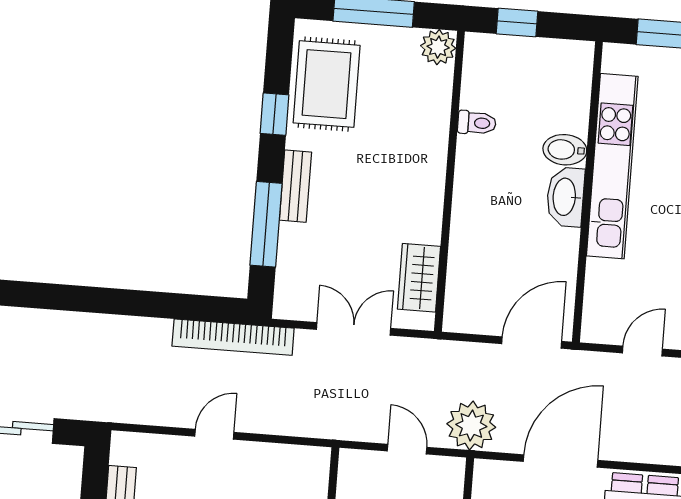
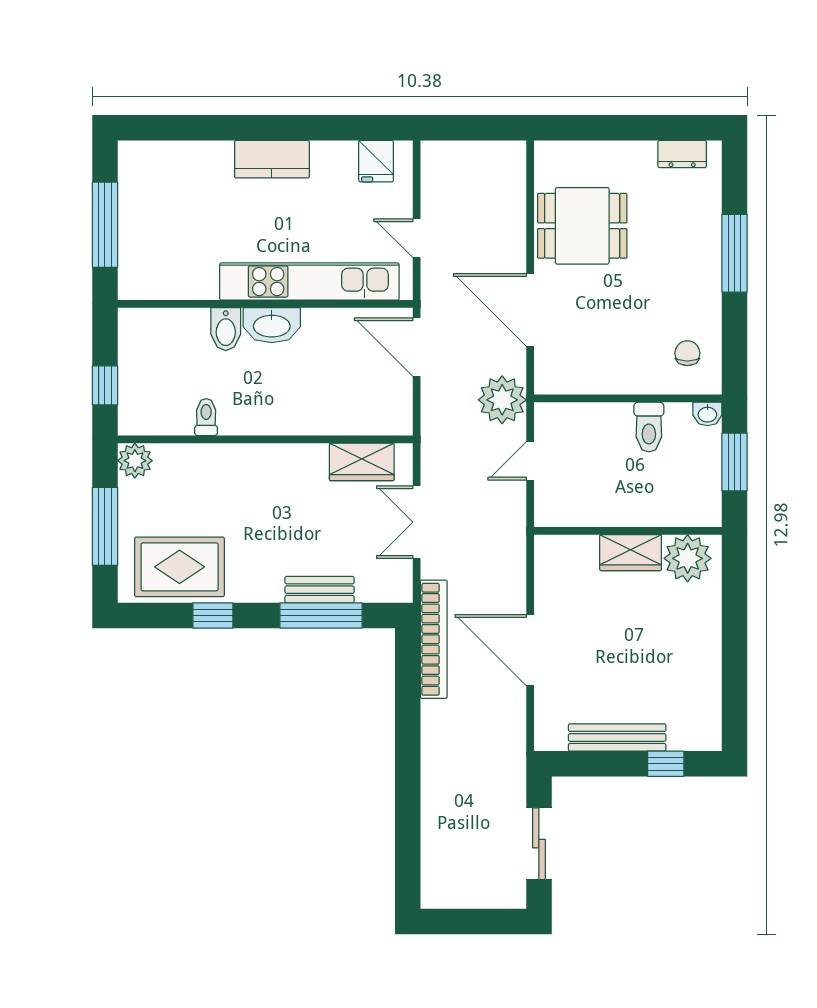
kitchen unit: (612, 166) -> (309, 282), moved
bench: (295, 186) -> (320, 590), moved
door: (214, 434) -> (530, 650), width x1.88

